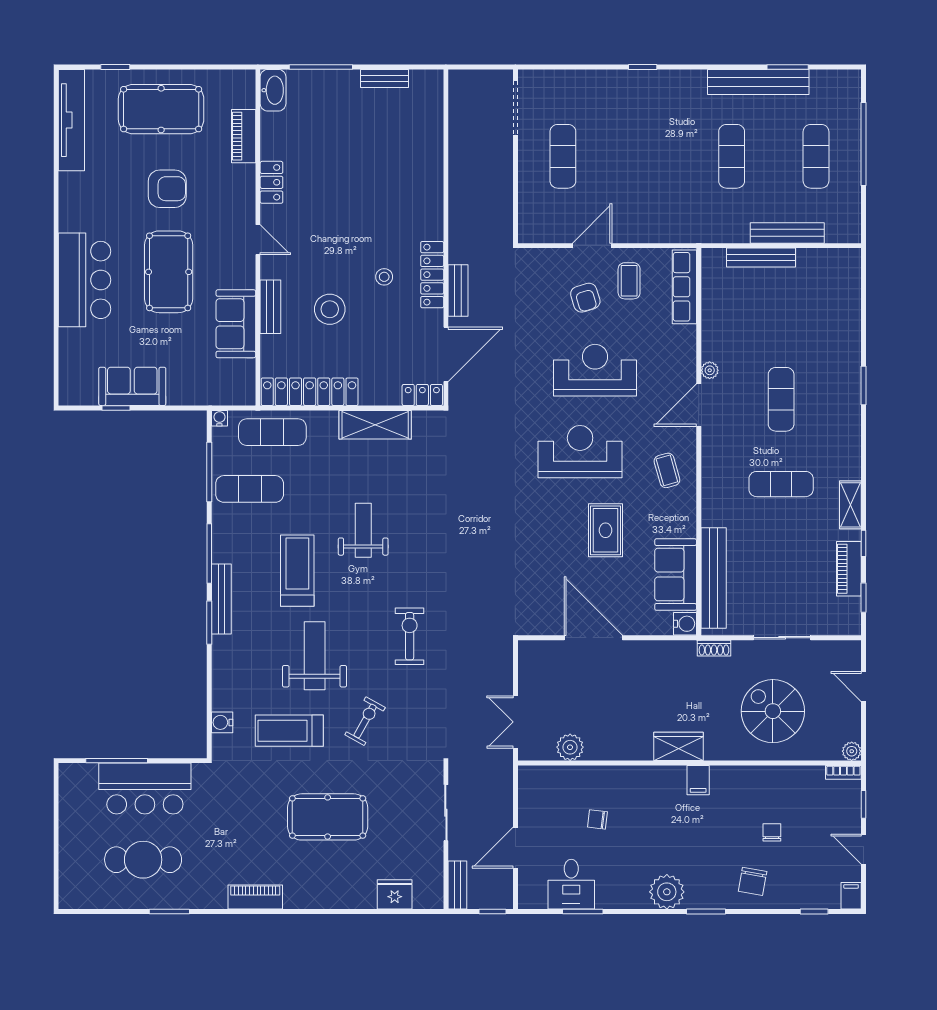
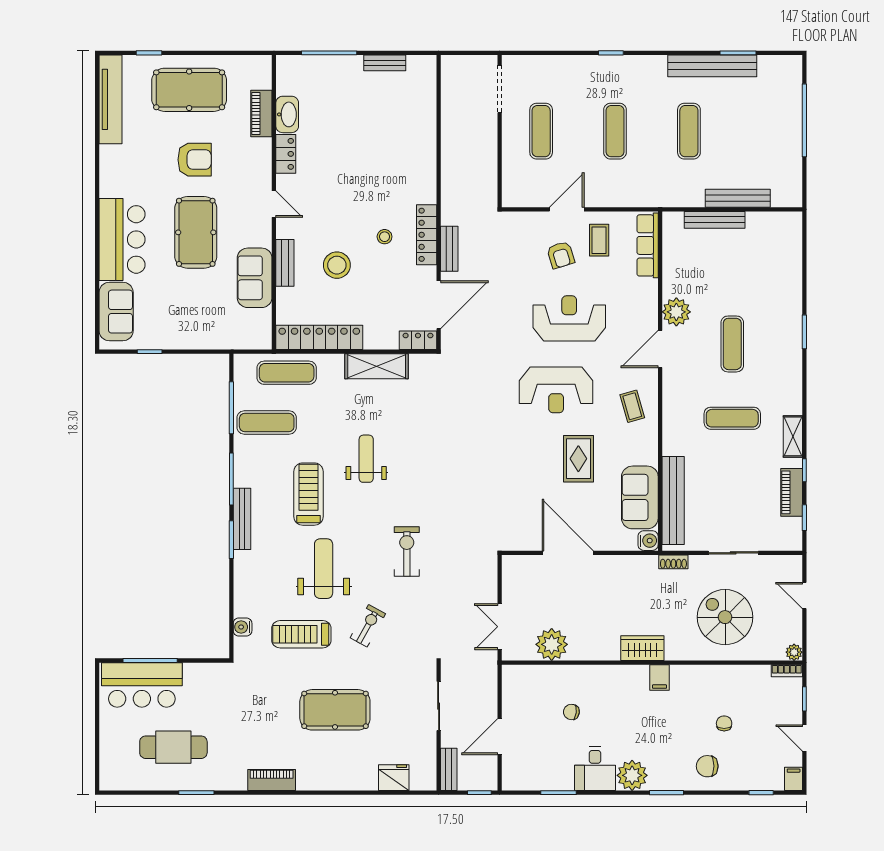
washbasin: (273, 90) -> (287, 114), moved
exercise mat: (816, 156) -> (615, 131), moved
plant: (710, 370) -> (676, 312), width x1.87, depth x1.87
sofa: (132, 386) -> (116, 312), moved, turned 90
water cooler: (219, 418) -> (240, 361), removed
reception desk: (580, 452) -> (556, 390), turned 180
plant: (570, 747) -> (552, 644), width x1.36, depth x1.36
bar counter: (145, 789) -> (142, 685), moved
chair: (753, 881) -> (707, 766), turned 80
desk: (571, 884) -> (595, 769), moved

